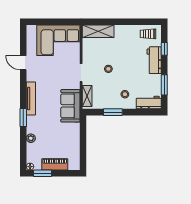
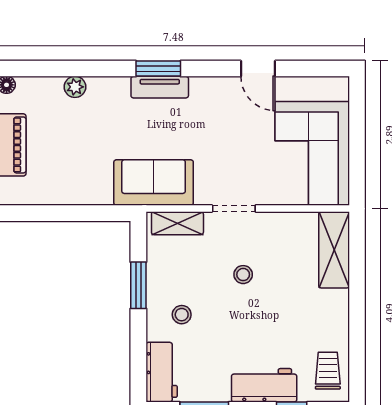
door: (23, 63) -> (258, 69), swing flipped
tv unit: (31, 98) -> (160, 87), width x0.71
window: (23, 118) -> (158, 69), moved

